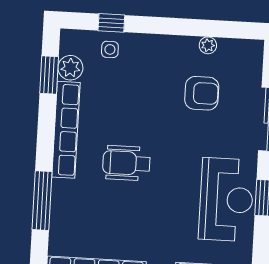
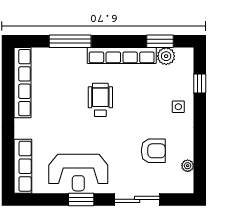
plant: (208, 45) -> (188, 166), moved
side table: (110, 49) -> (178, 107), moved
armchair: (202, 93) -> (153, 151), turned -90

